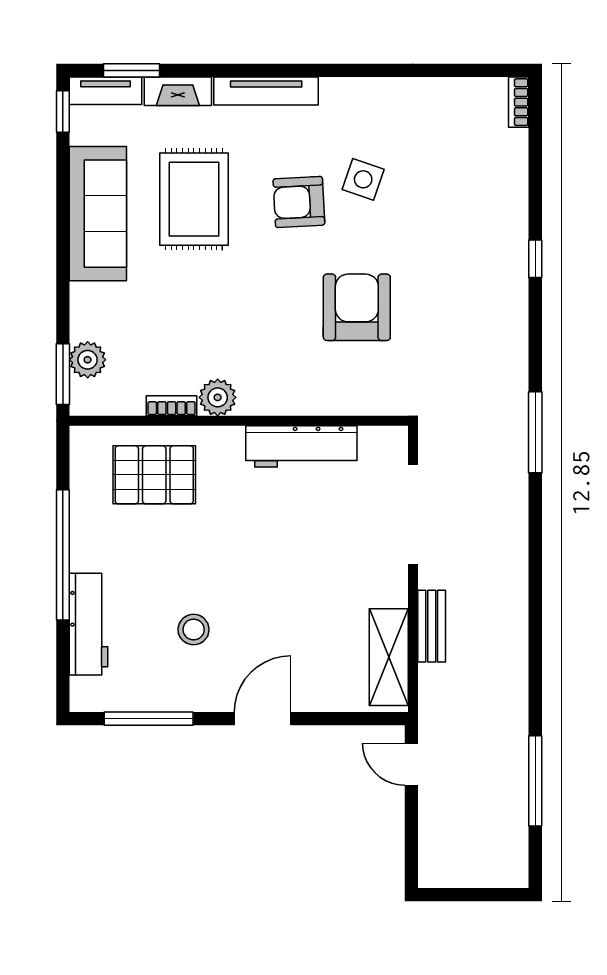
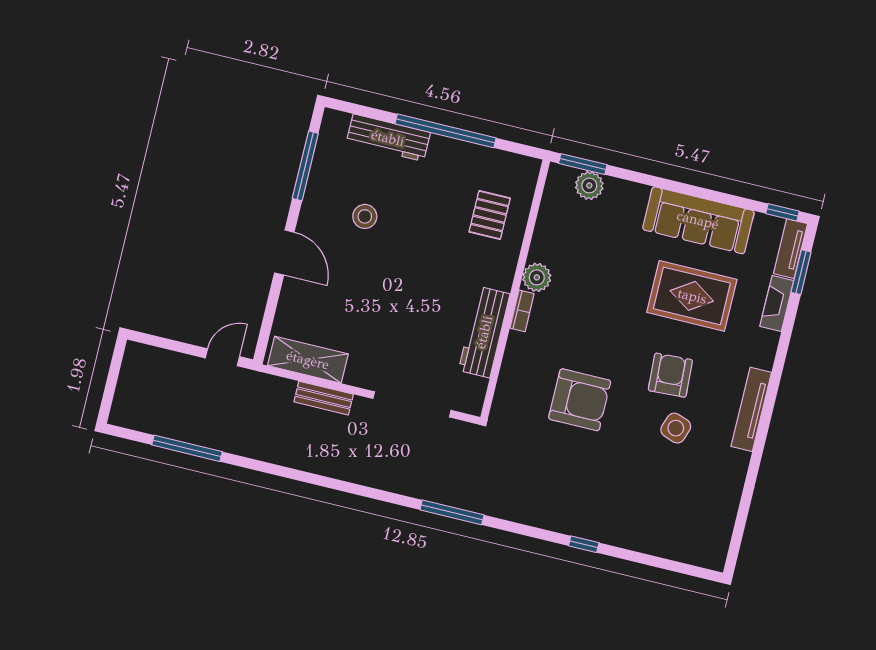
tv unit: (266, 91) -> (751, 409), moved
bookcase: (519, 102) -> (706, 560), removed
bookcase: (172, 406) -> (522, 311), moved
pallet: (154, 475) -> (490, 215), width x0.67, depth x0.71

